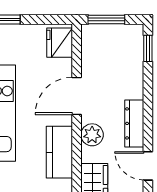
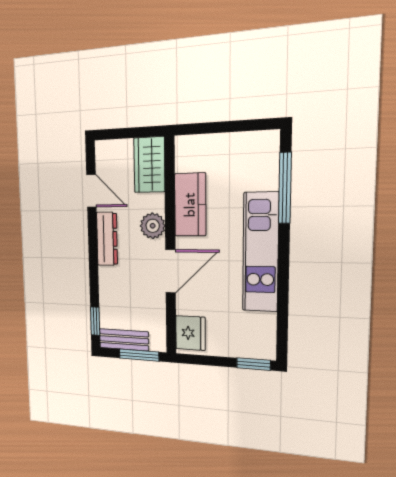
bench: (120, 33) -> (124, 340), added

